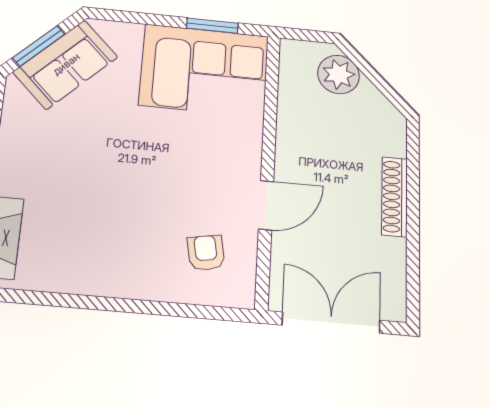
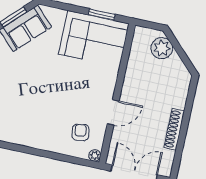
shoe rack: (395, 197) -> (174, 129), moved
plant: (243, 297) -> (95, 155), added

